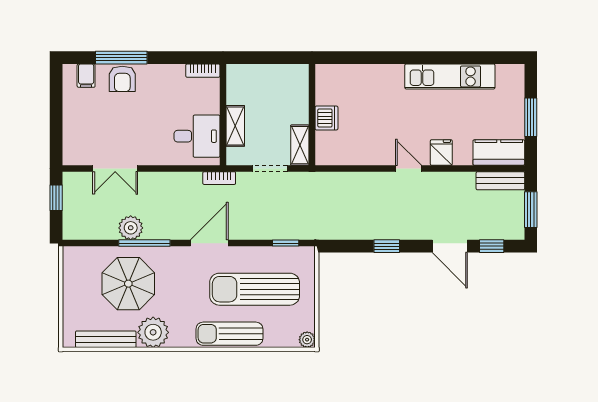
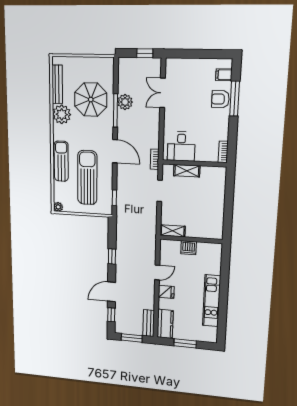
wall: (312, 115) -> (191, 239), moved
dishwasher: (326, 118) -> (189, 248), moved
shelving: (300, 145) -> (173, 231), moved

